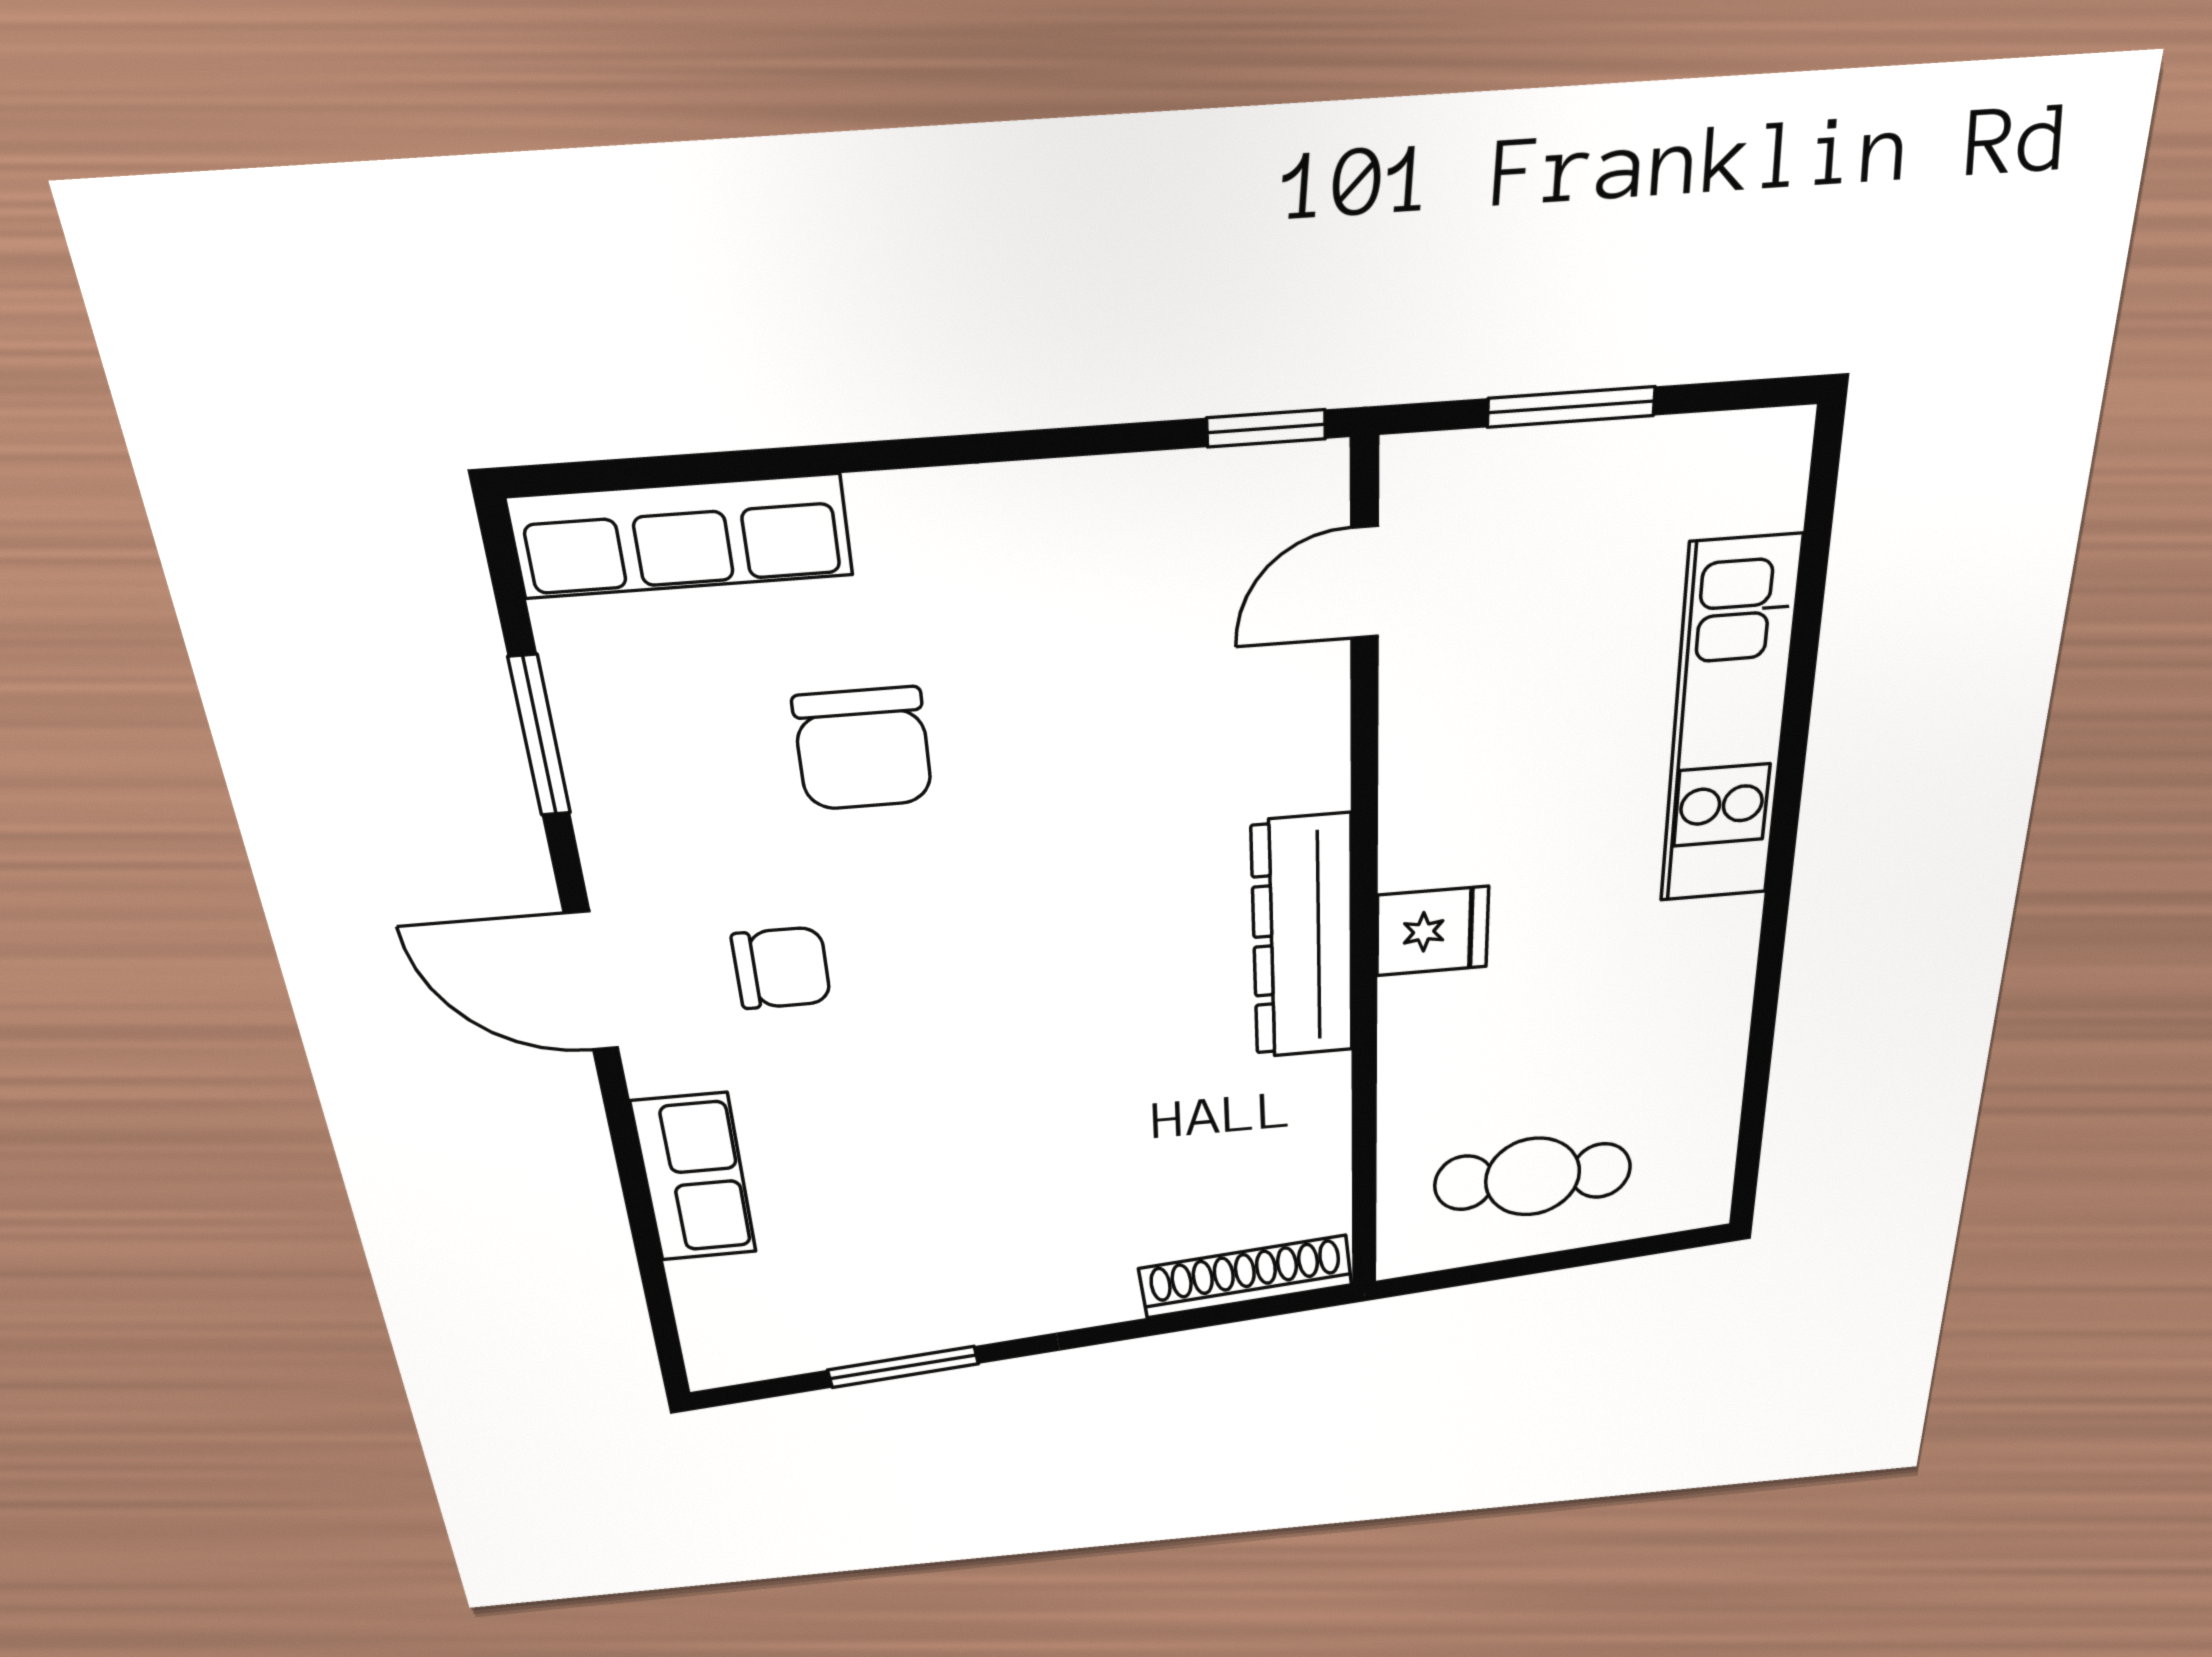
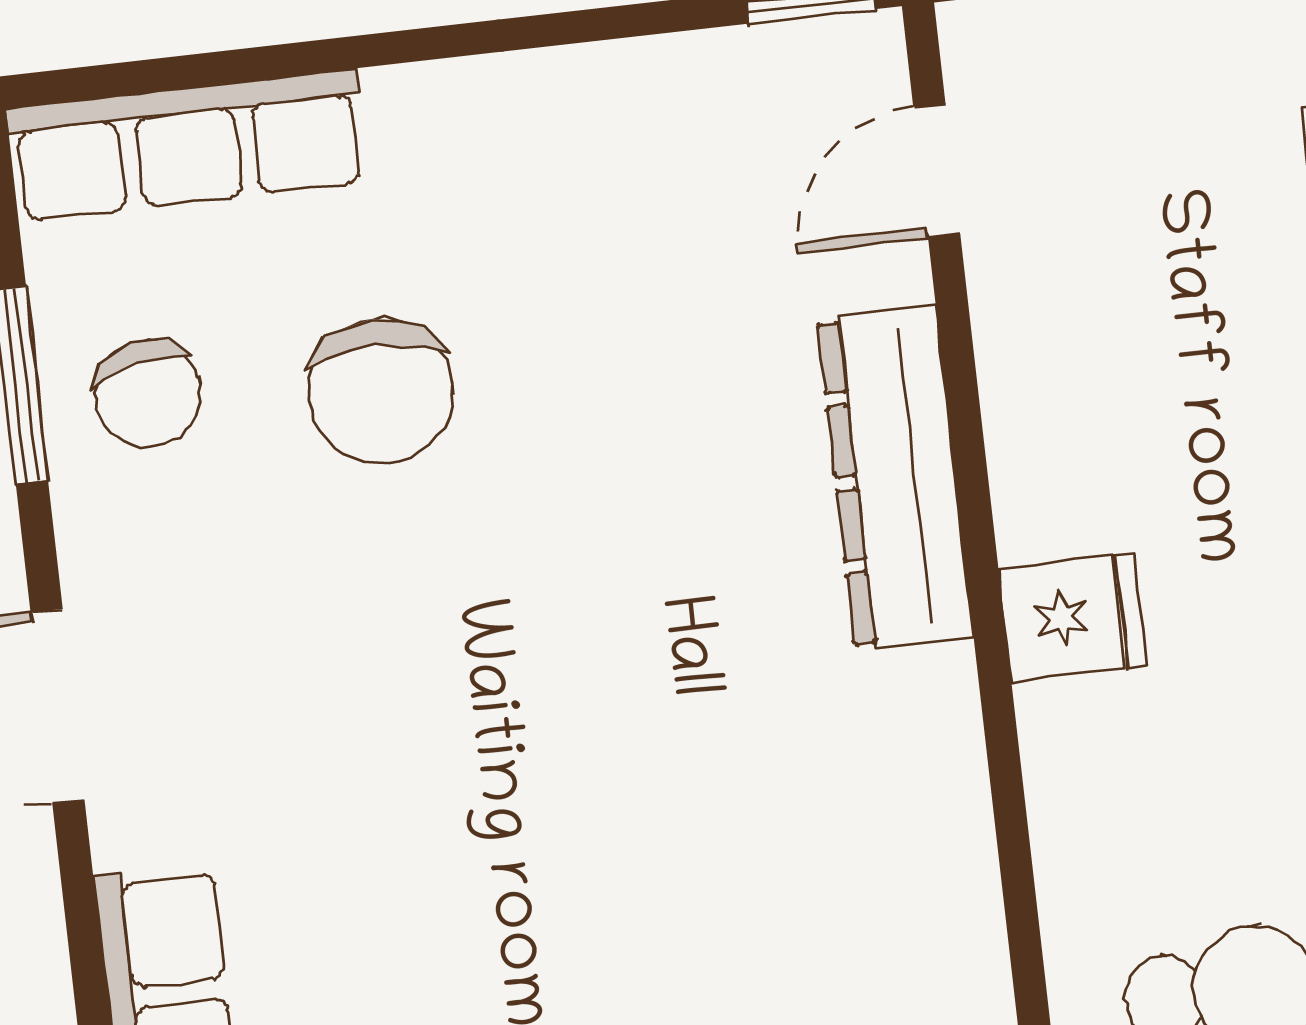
dresser: (1303, 938) -> (895, 478), moved
chair: (781, 968) -> (148, 394), moved, turned 78

